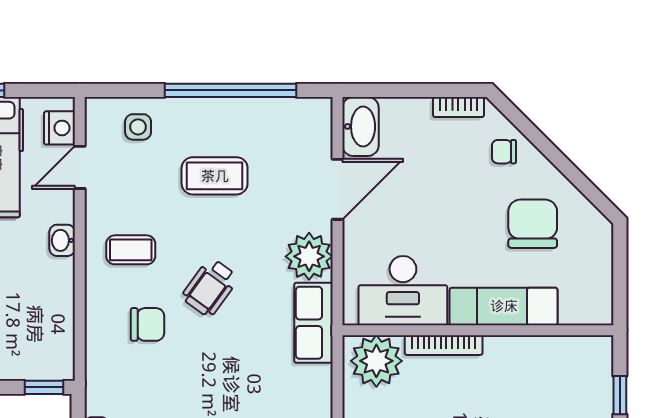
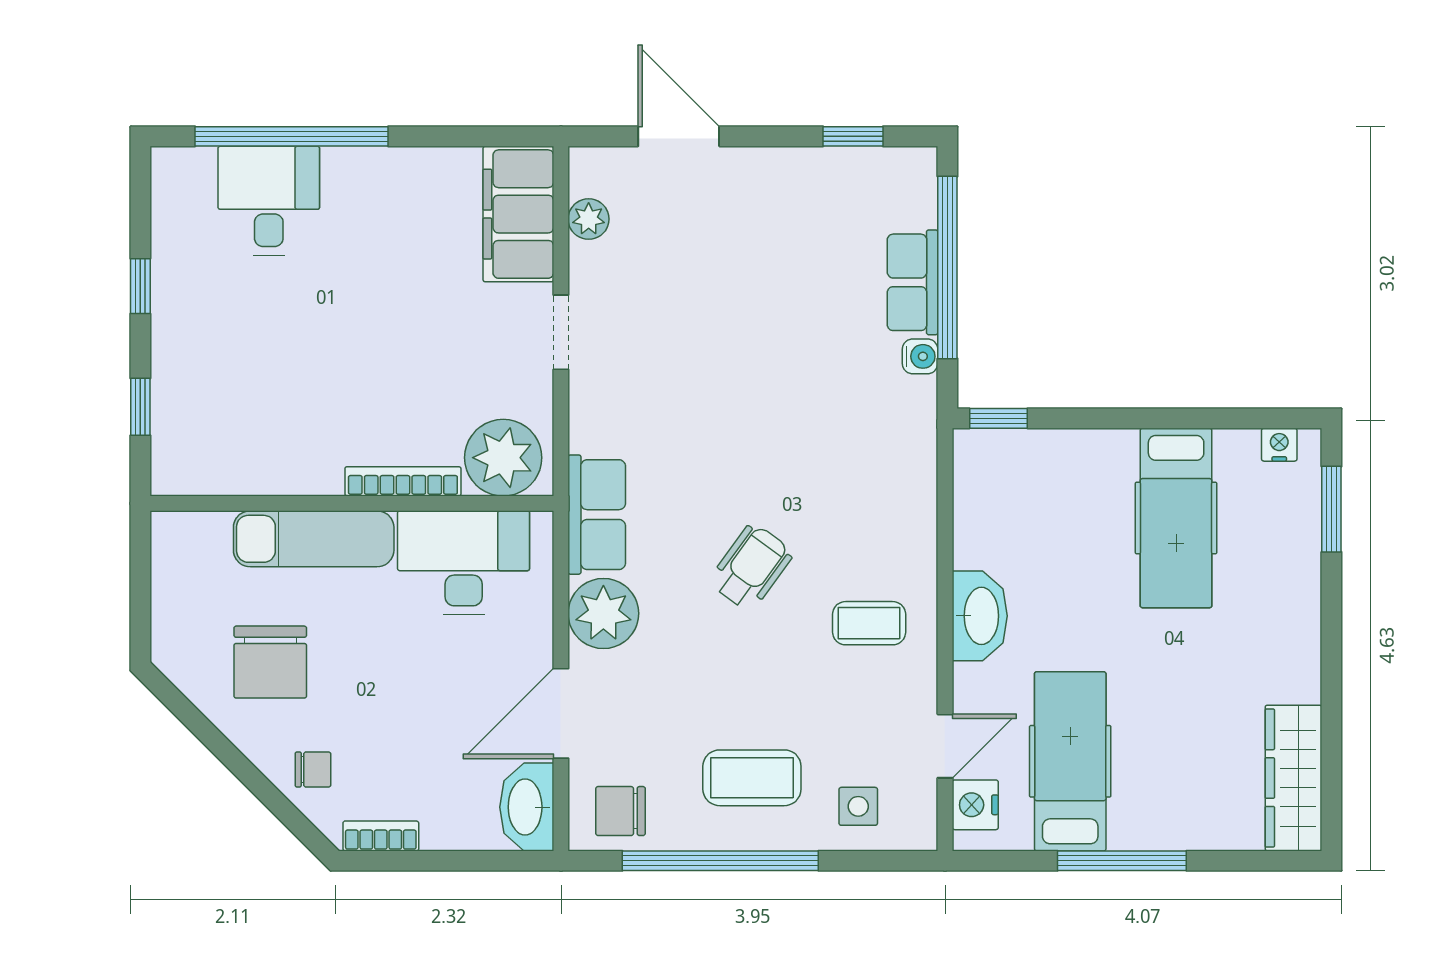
coffee table: (215, 176) -> (752, 778), moved
washbasin: (62, 240) -> (980, 616), width x1.91, depth x1.45
chair: (147, 324) -> (621, 811), moved

